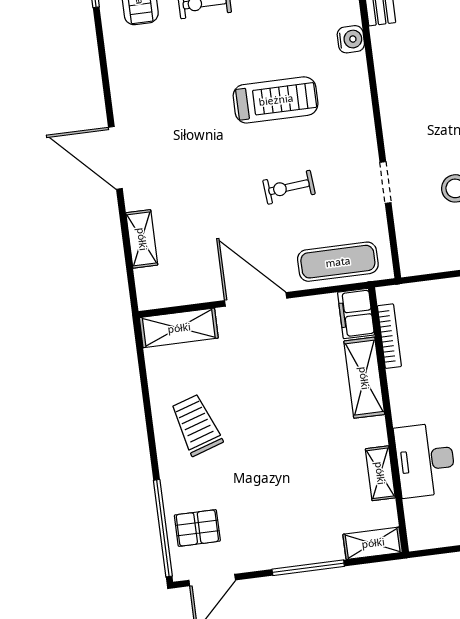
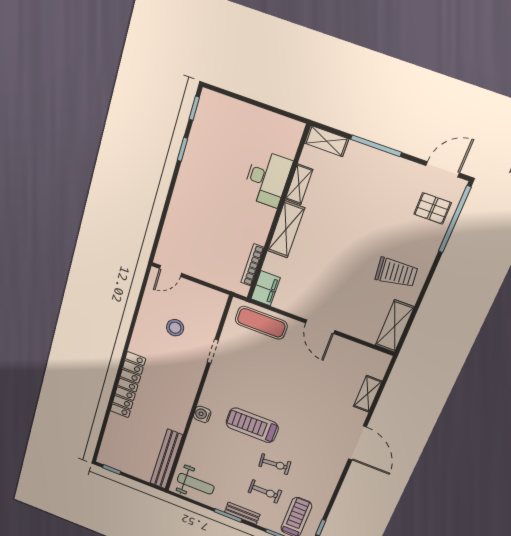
water cooler: (351, 39) -> (202, 414), moved
exercise bike: (289, 187) -> (275, 464), moved
door: (256, 299) -> (320, 327), width x0.73
shelving: (179, 328) -> (395, 326), moved, turned 90
shelving: (364, 378) -> (286, 229), moved
trolley: (196, 425) -> (396, 273), turned -78

